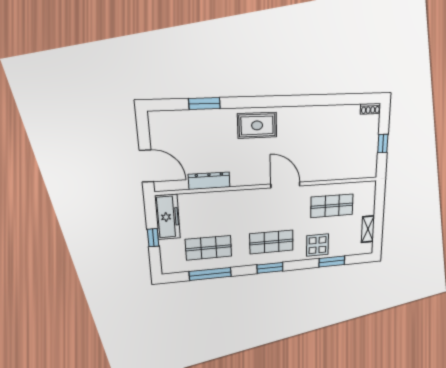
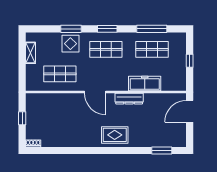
window: (204, 104) -> (162, 151), moved
door: (146, 166) -> (190, 111), hinge flipped
dresser: (209, 181) -> (129, 99), moved
freezer: (168, 217) -> (145, 83), moved, turned 90
window: (332, 262) -> (71, 29), moved

